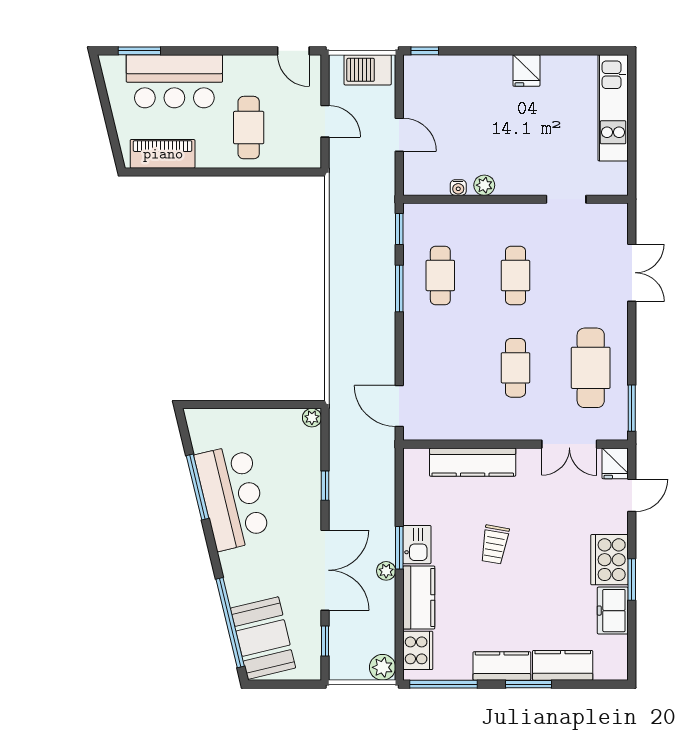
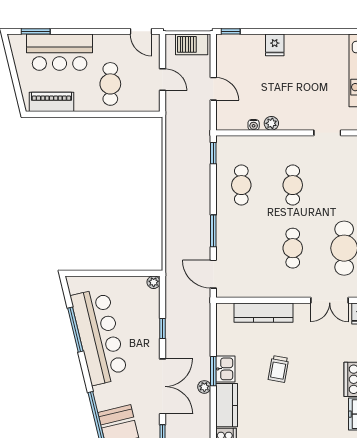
fridge: (526, 70) -> (275, 45), moved
window: (399, 289) -> (213, 231), moved
bar counter: (232, 497) -> (99, 336), width x1.36

